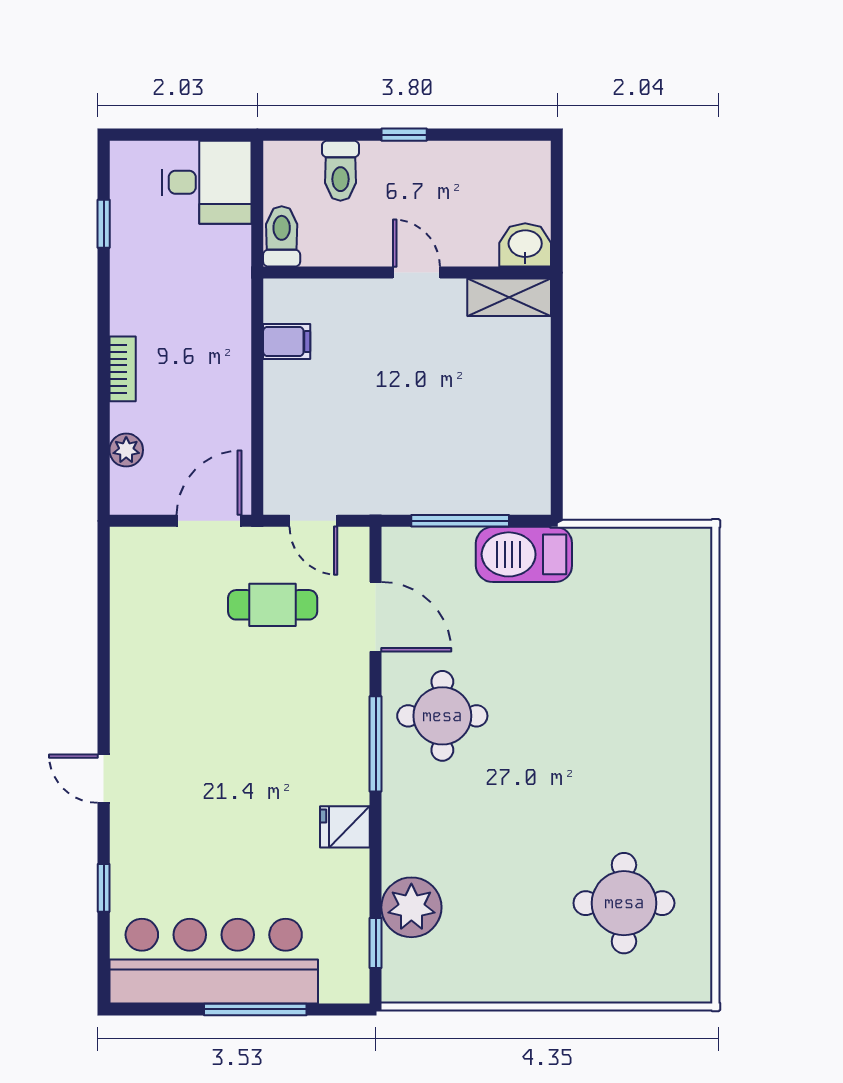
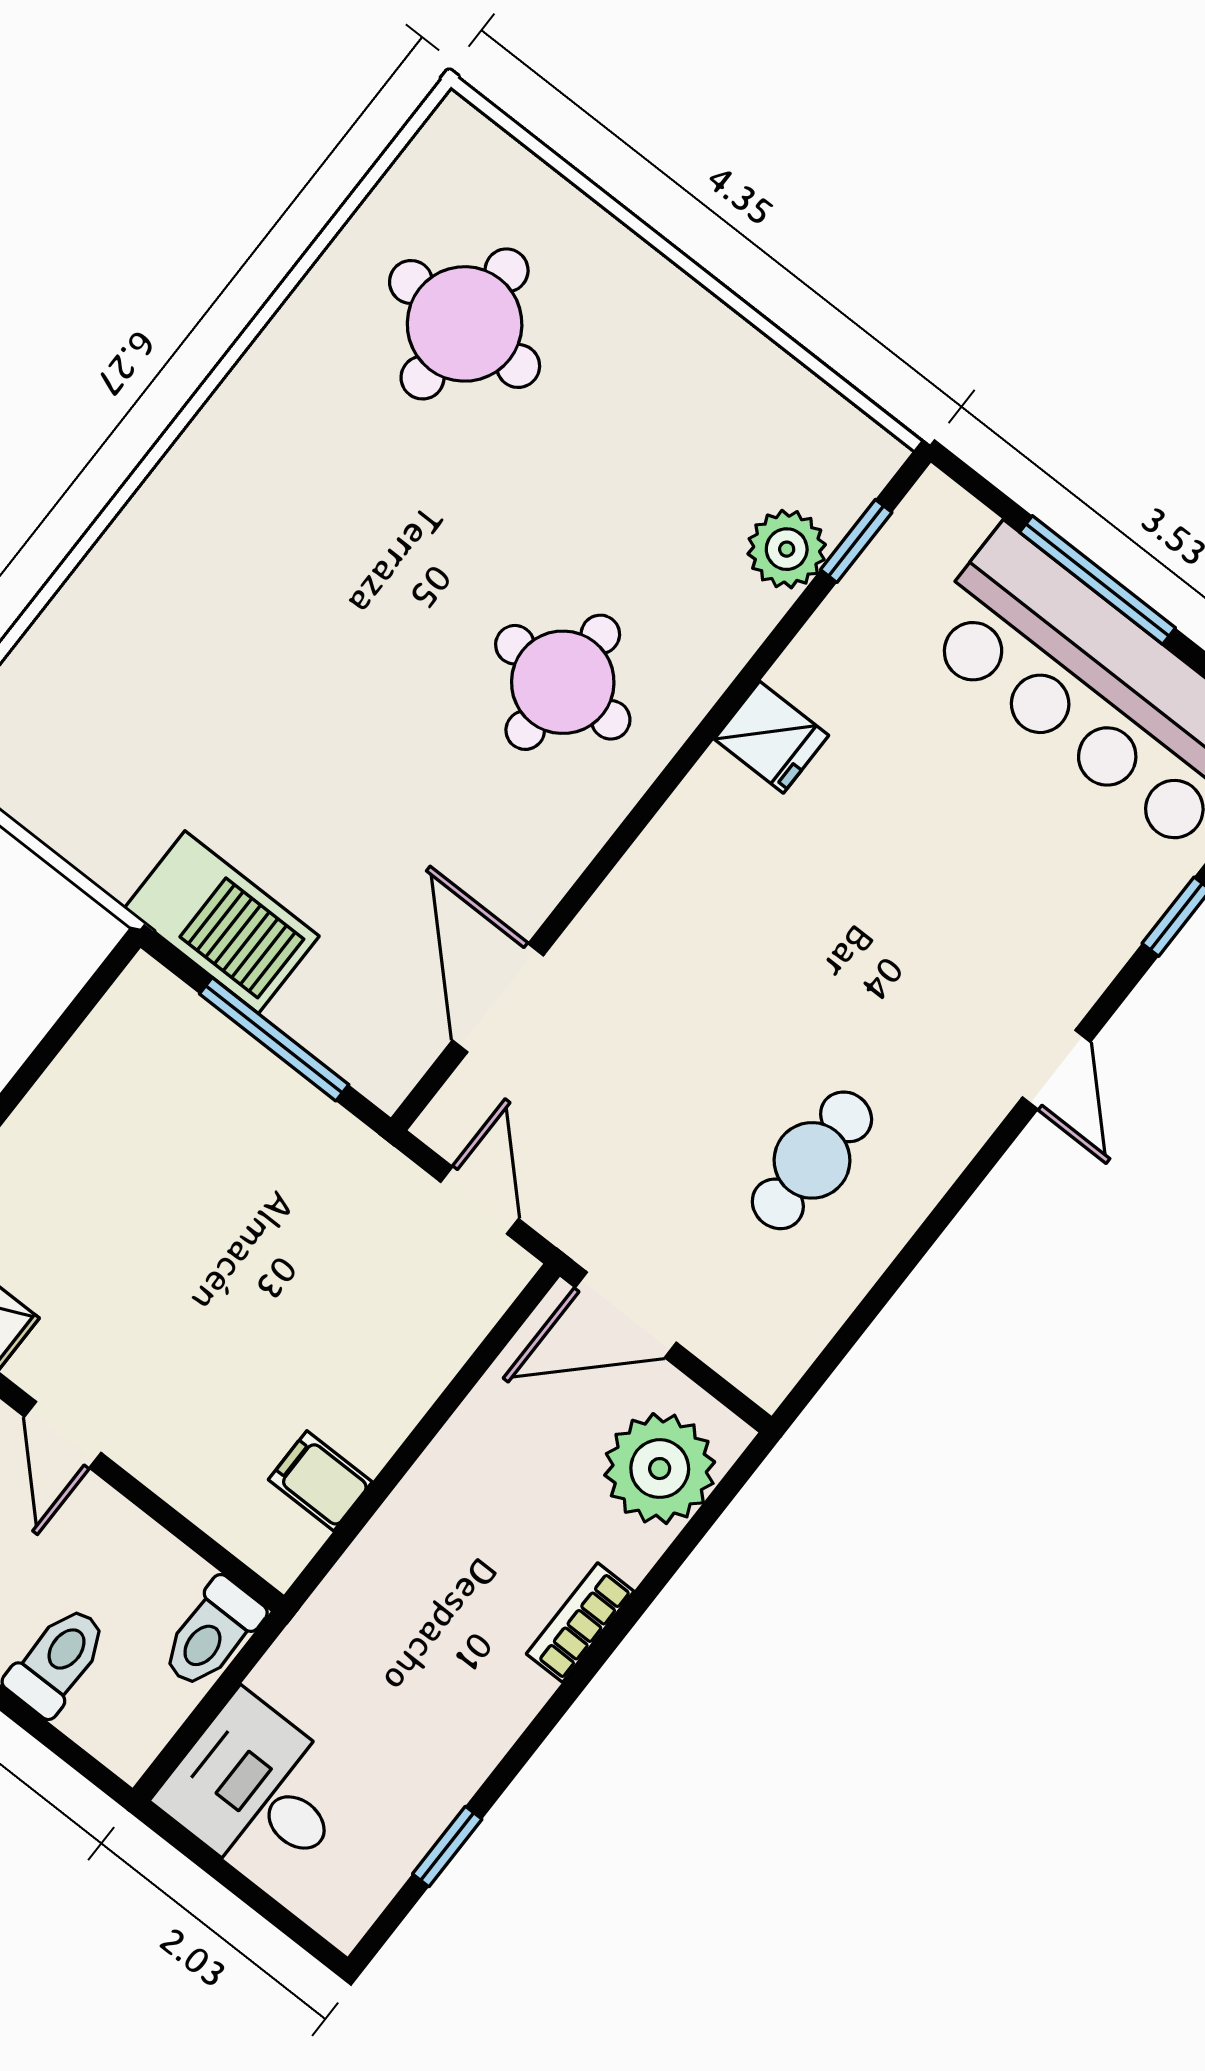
plant: (126, 450) -> (660, 1469), width x1.88, depth x1.88
cafe table: (273, 605) -> (812, 1160), moved, turned 90
round table: (442, 716) -> (563, 682), moved
window: (376, 744) -> (638, 820), removed
plant: (411, 907) -> (787, 549), width x0.73, depth x0.73

